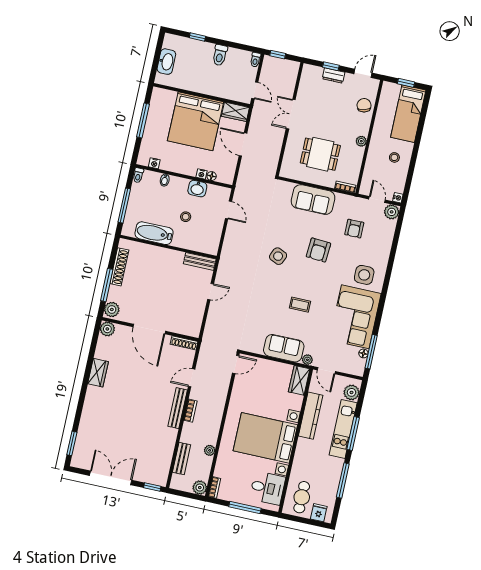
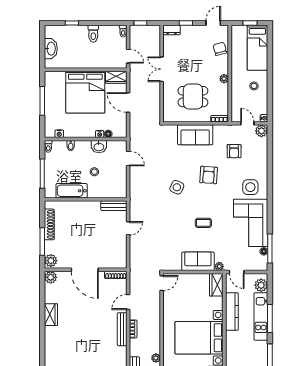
dresser: (334, 76) -> (172, 30), moved

